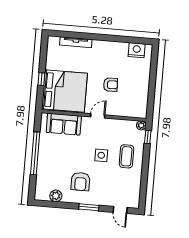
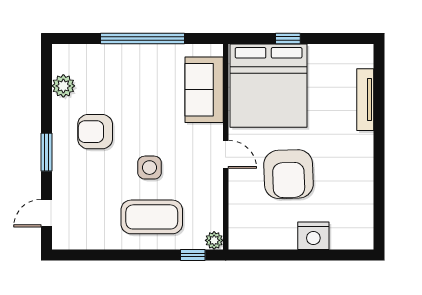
nightstand: (137, 50) -> (313, 236), moved, turned 90
armchair: (111, 85) -> (288, 174), width x1.88, depth x1.88
coffee table: (127, 156) -> (152, 217), width x1.36, depth x1.32

